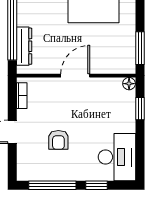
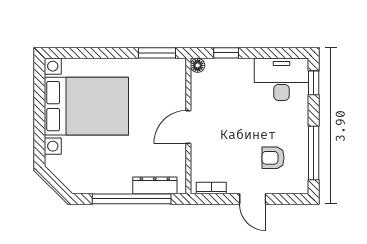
door: (75, 76) -> (188, 127), hinge flipped
armchair: (58, 140) -> (273, 158), moved, turned 180
window: (96, 185) -> (314, 83), moved

